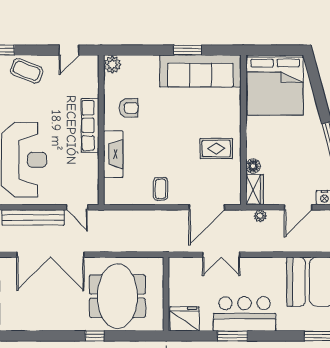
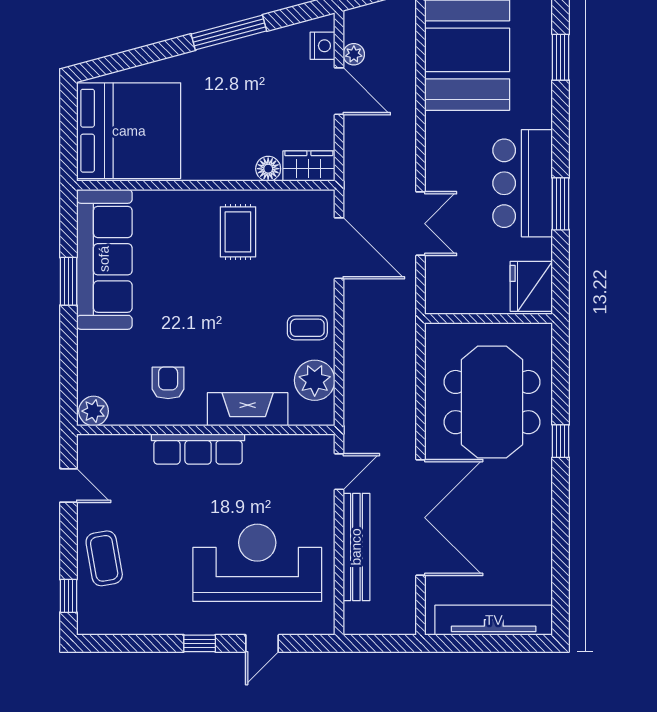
coffee table: (27, 71) -> (104, 558), turned -32
plant: (130, 193) -> (315, 380), added
plant: (260, 216) -> (354, 54), moved
meeting table: (117, 296) -> (492, 402), turned 90

